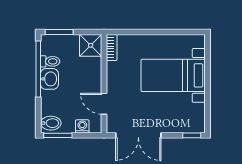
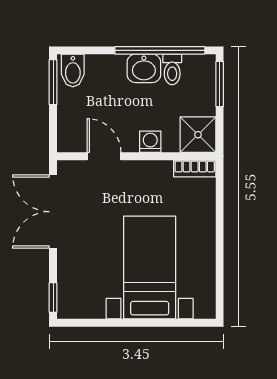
door: (104, 104) -> (104, 156), hinge flipped
washing machine: (82, 126) -> (150, 142), moved, turned -90

